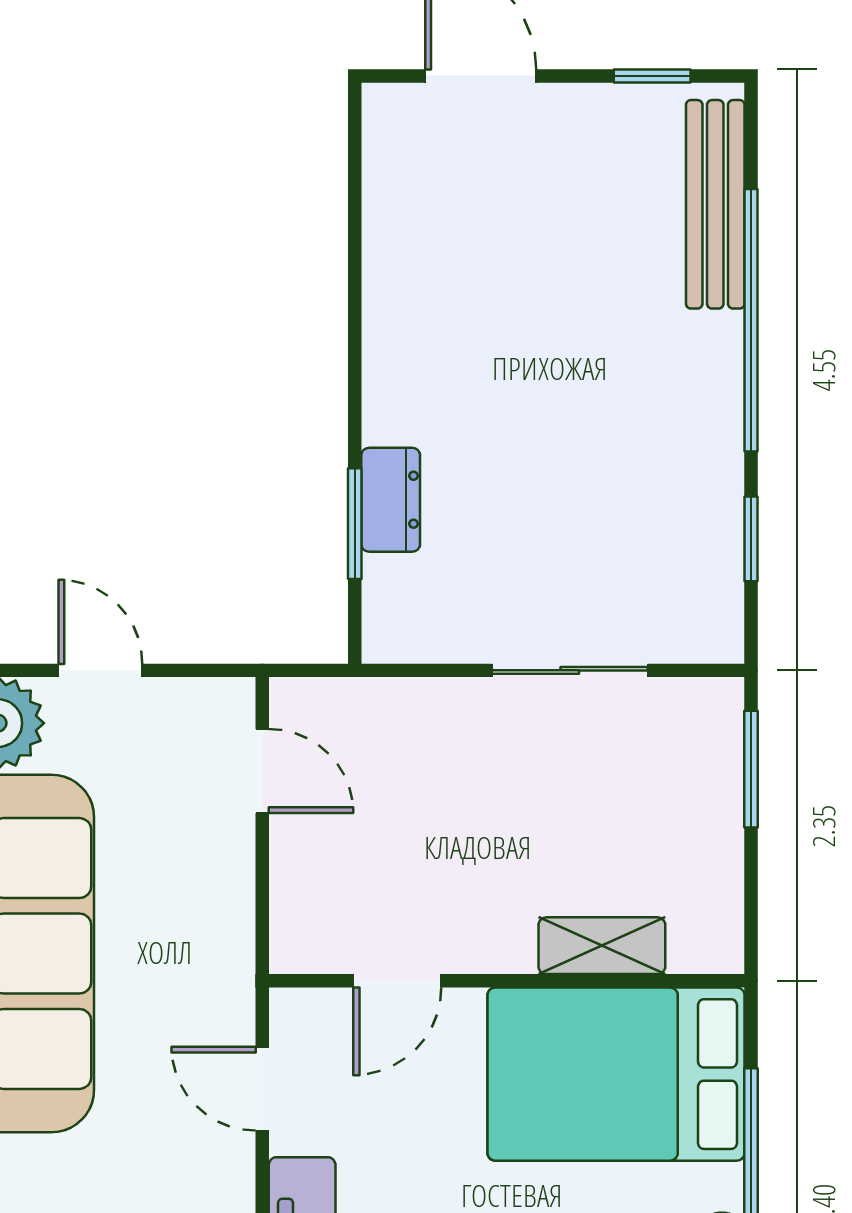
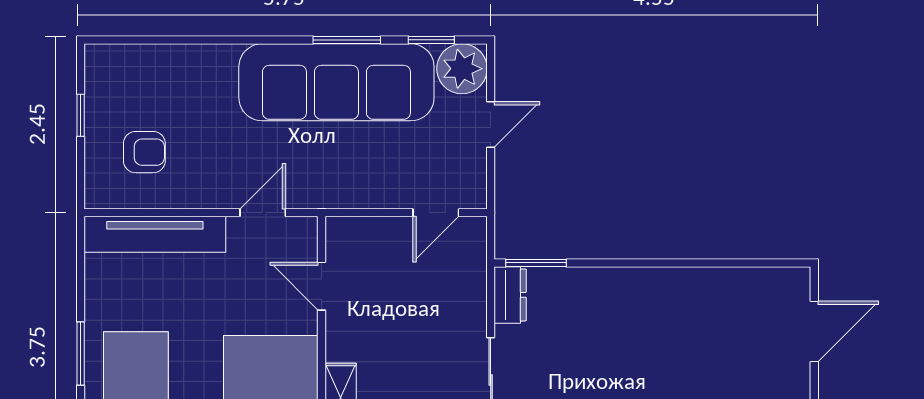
dresser: (391, 500) -> (510, 295), moved, turned -90
window: (355, 524) -> (536, 263), moved

